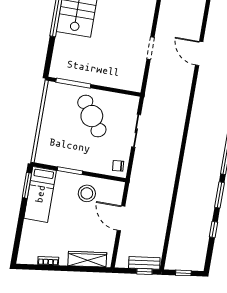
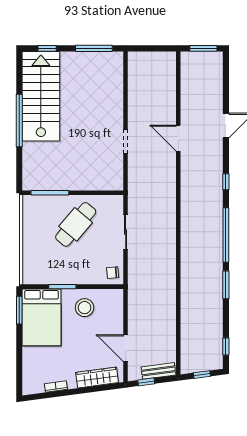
cafe table: (92, 116) -> (76, 224), turned 75
bed: (40, 194) -> (41, 317), width x1.50
door: (121, 218) -> (126, 348), moved
window: (213, 229) -> (226, 347), moved
window: (144, 271) -> (146, 382), moved

